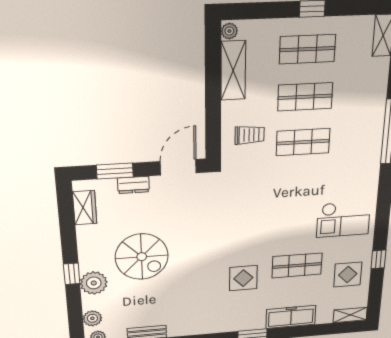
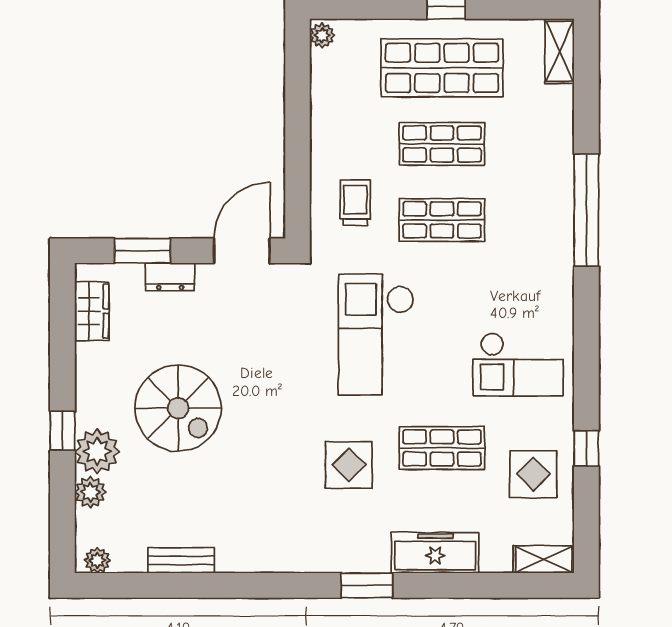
shop shelf: (307, 49) -> (442, 68), width x1.43, depth x1.36
shelving: (233, 71) -> (328, 96), removed
trolley: (250, 135) -> (355, 203), turned -90
checkout: (261, 209) -> (376, 334), added
plant: (92, 318) -> (90, 492), moved

